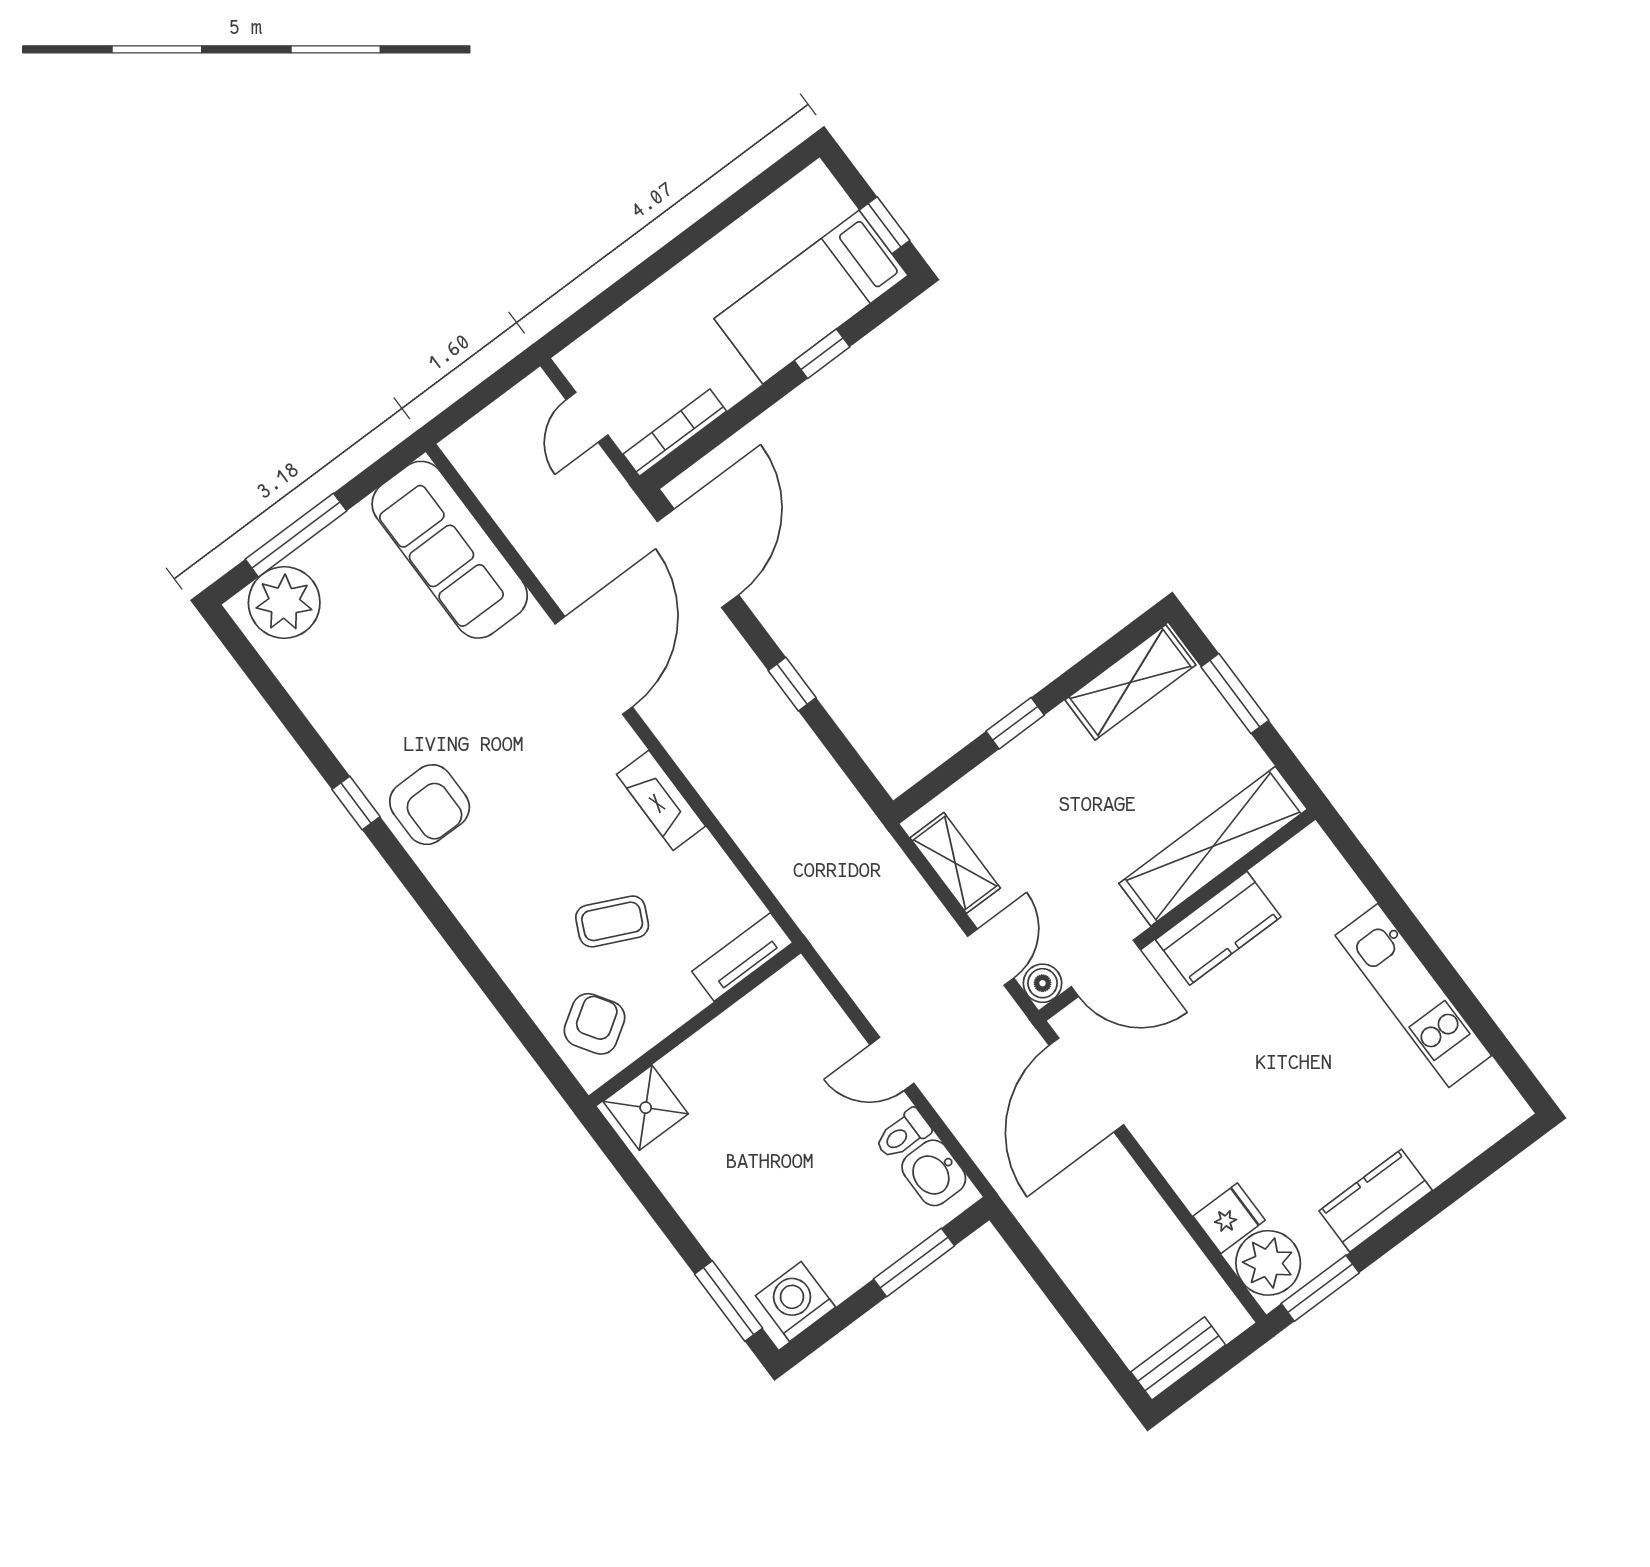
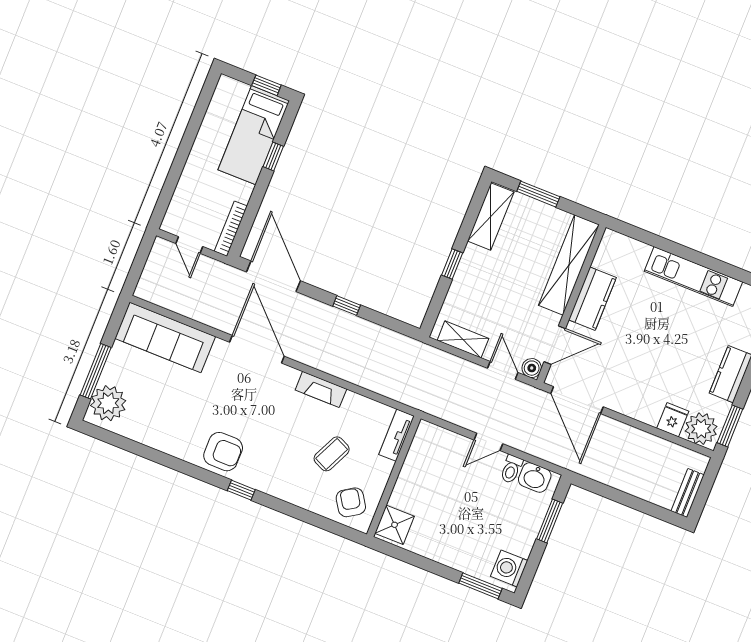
window: (356, 803) -> (241, 490), moved

